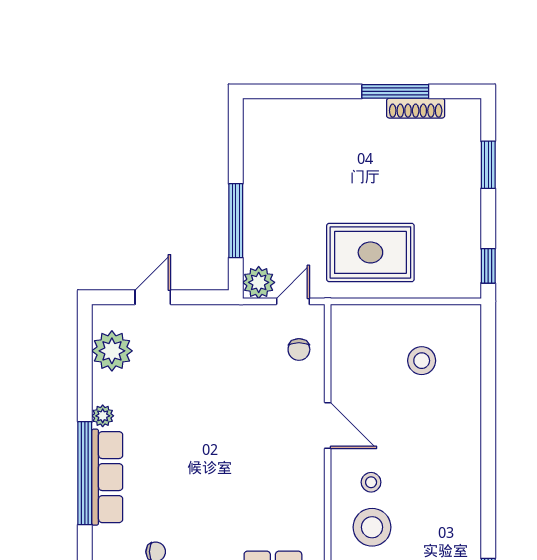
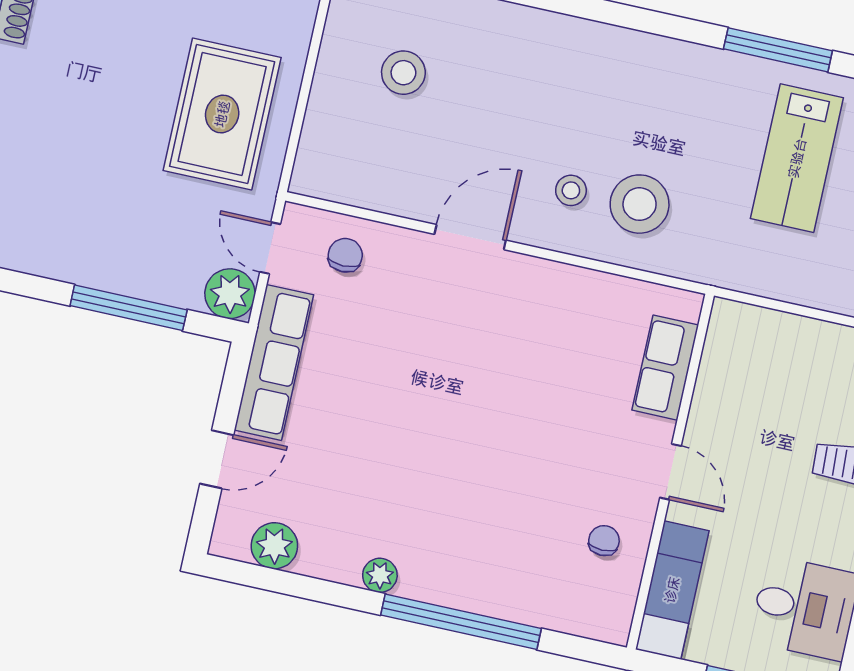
door: (153, 297) -> (217, 459), swing flipped
chair: (299, 350) -> (345, 255), turned -90
plant: (112, 351) -> (274, 546), width x0.73, depth x0.73
row of seats: (107, 477) -> (274, 362), moved, turned 90

